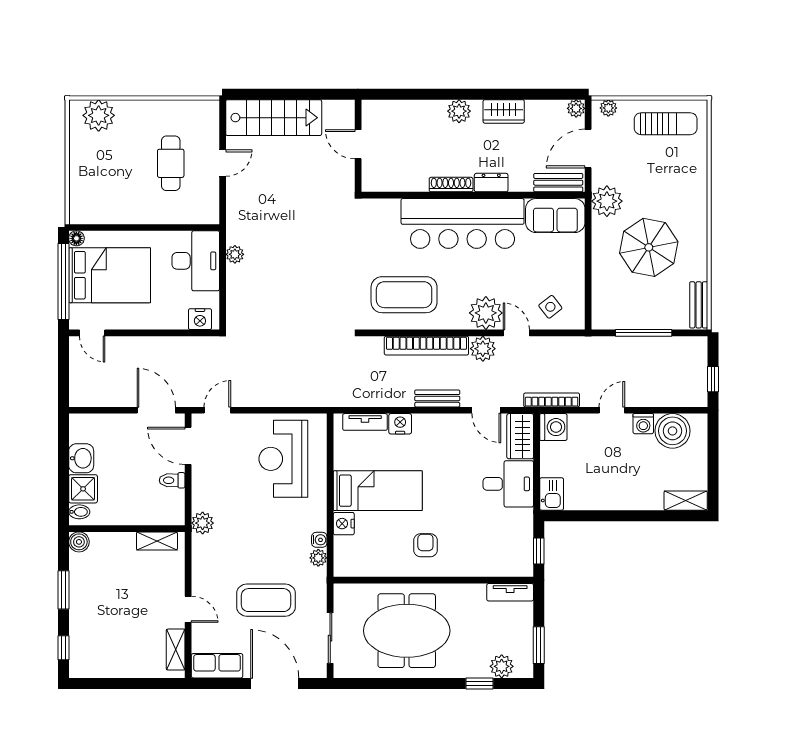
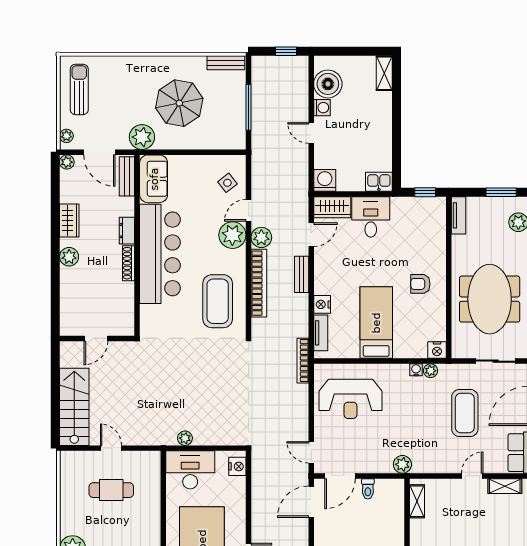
bookcase: (552, 400) -> (303, 361), moved
nightstand: (344, 524) -> (437, 350), moved

